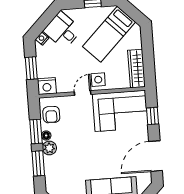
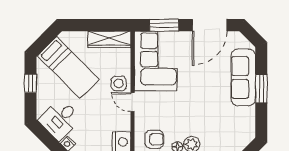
window: (153, 116) -> (164, 25), width x1.50
door: (155, 156) -> (210, 25), hinge flipped

